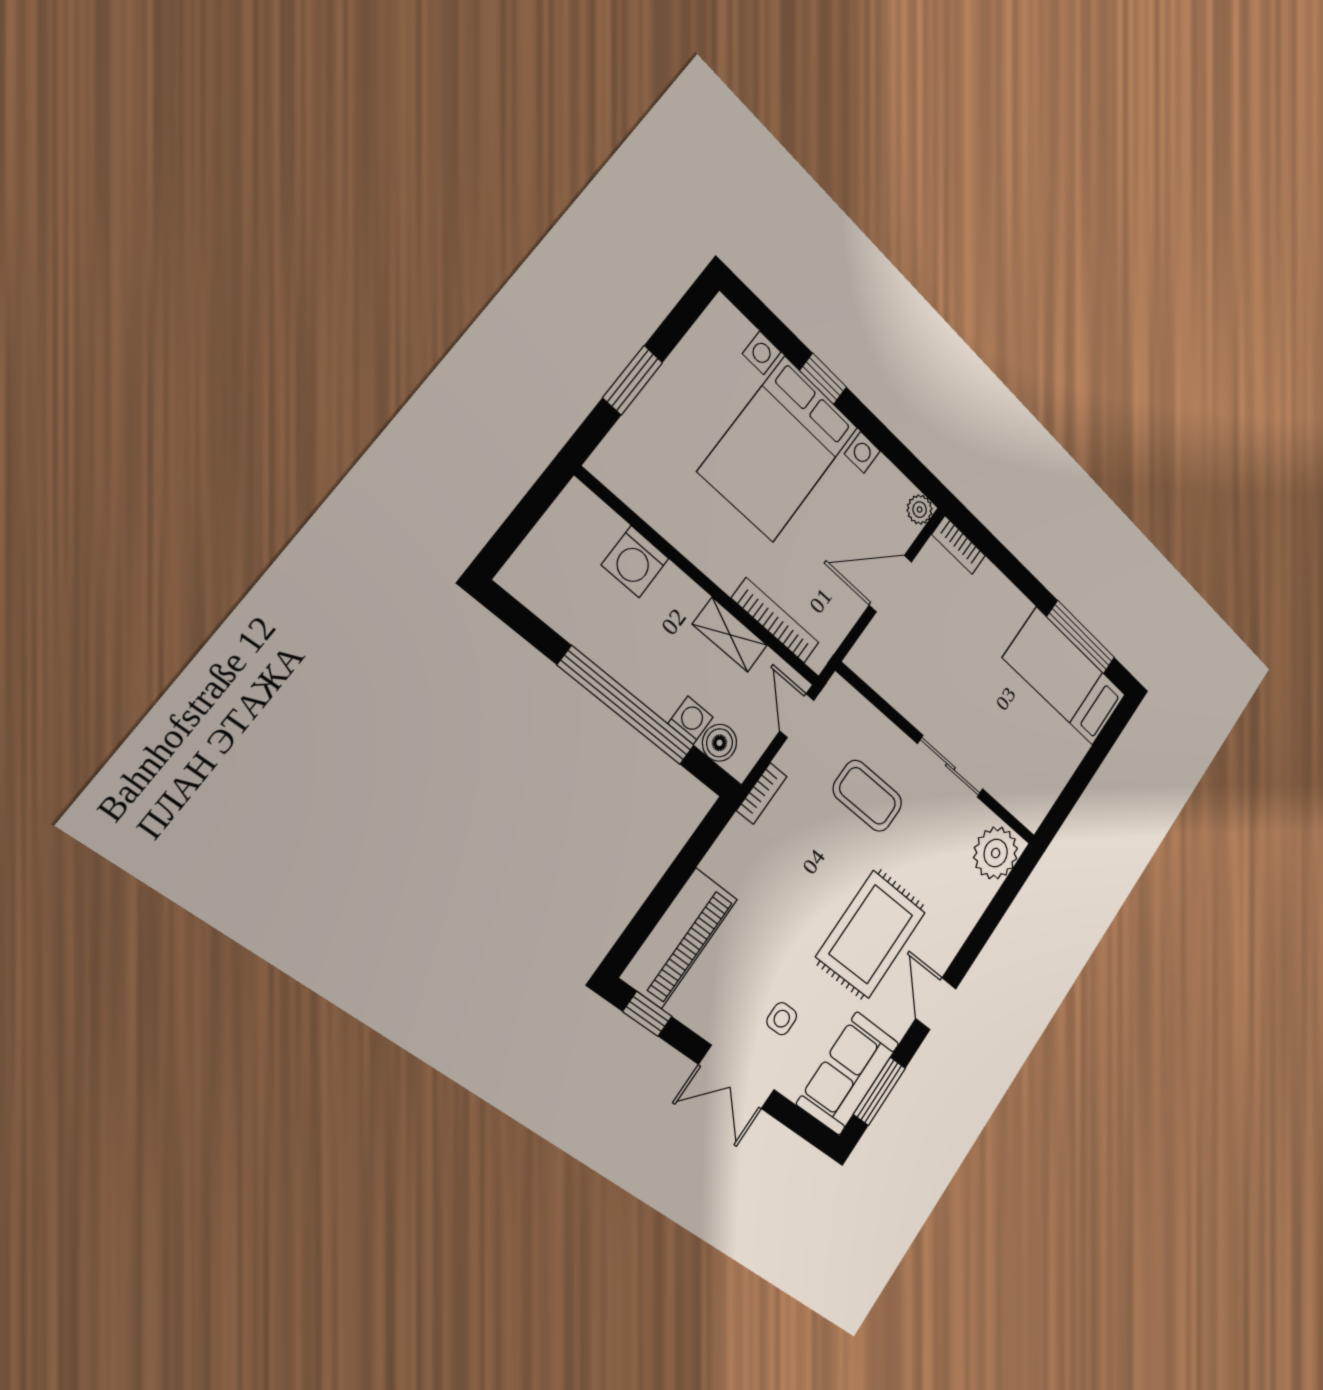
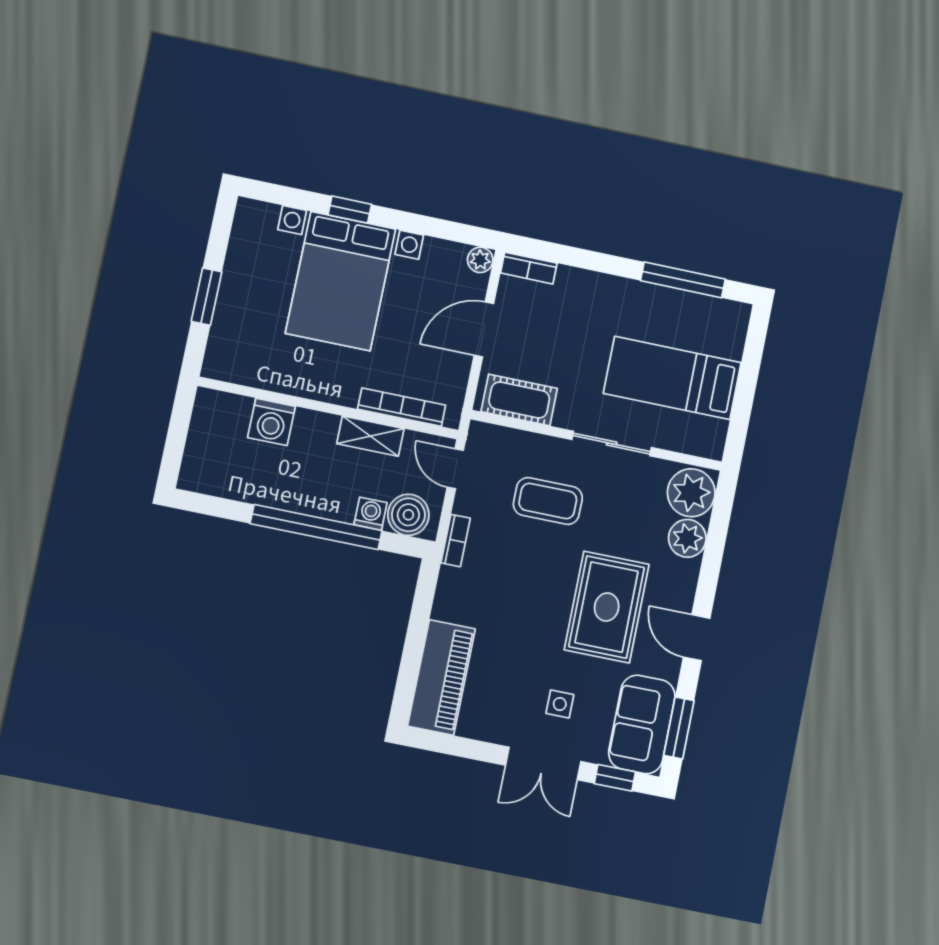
cot: (889, 676) -> (519, 400), added
bed: (1065, 677) -> (672, 378), moved
boiler: (719, 743) -> (408, 515), width x1.36, depth x1.36
plant: (972, 898) -> (687, 538), added
window: (647, 1014) -> (615, 778), moved

